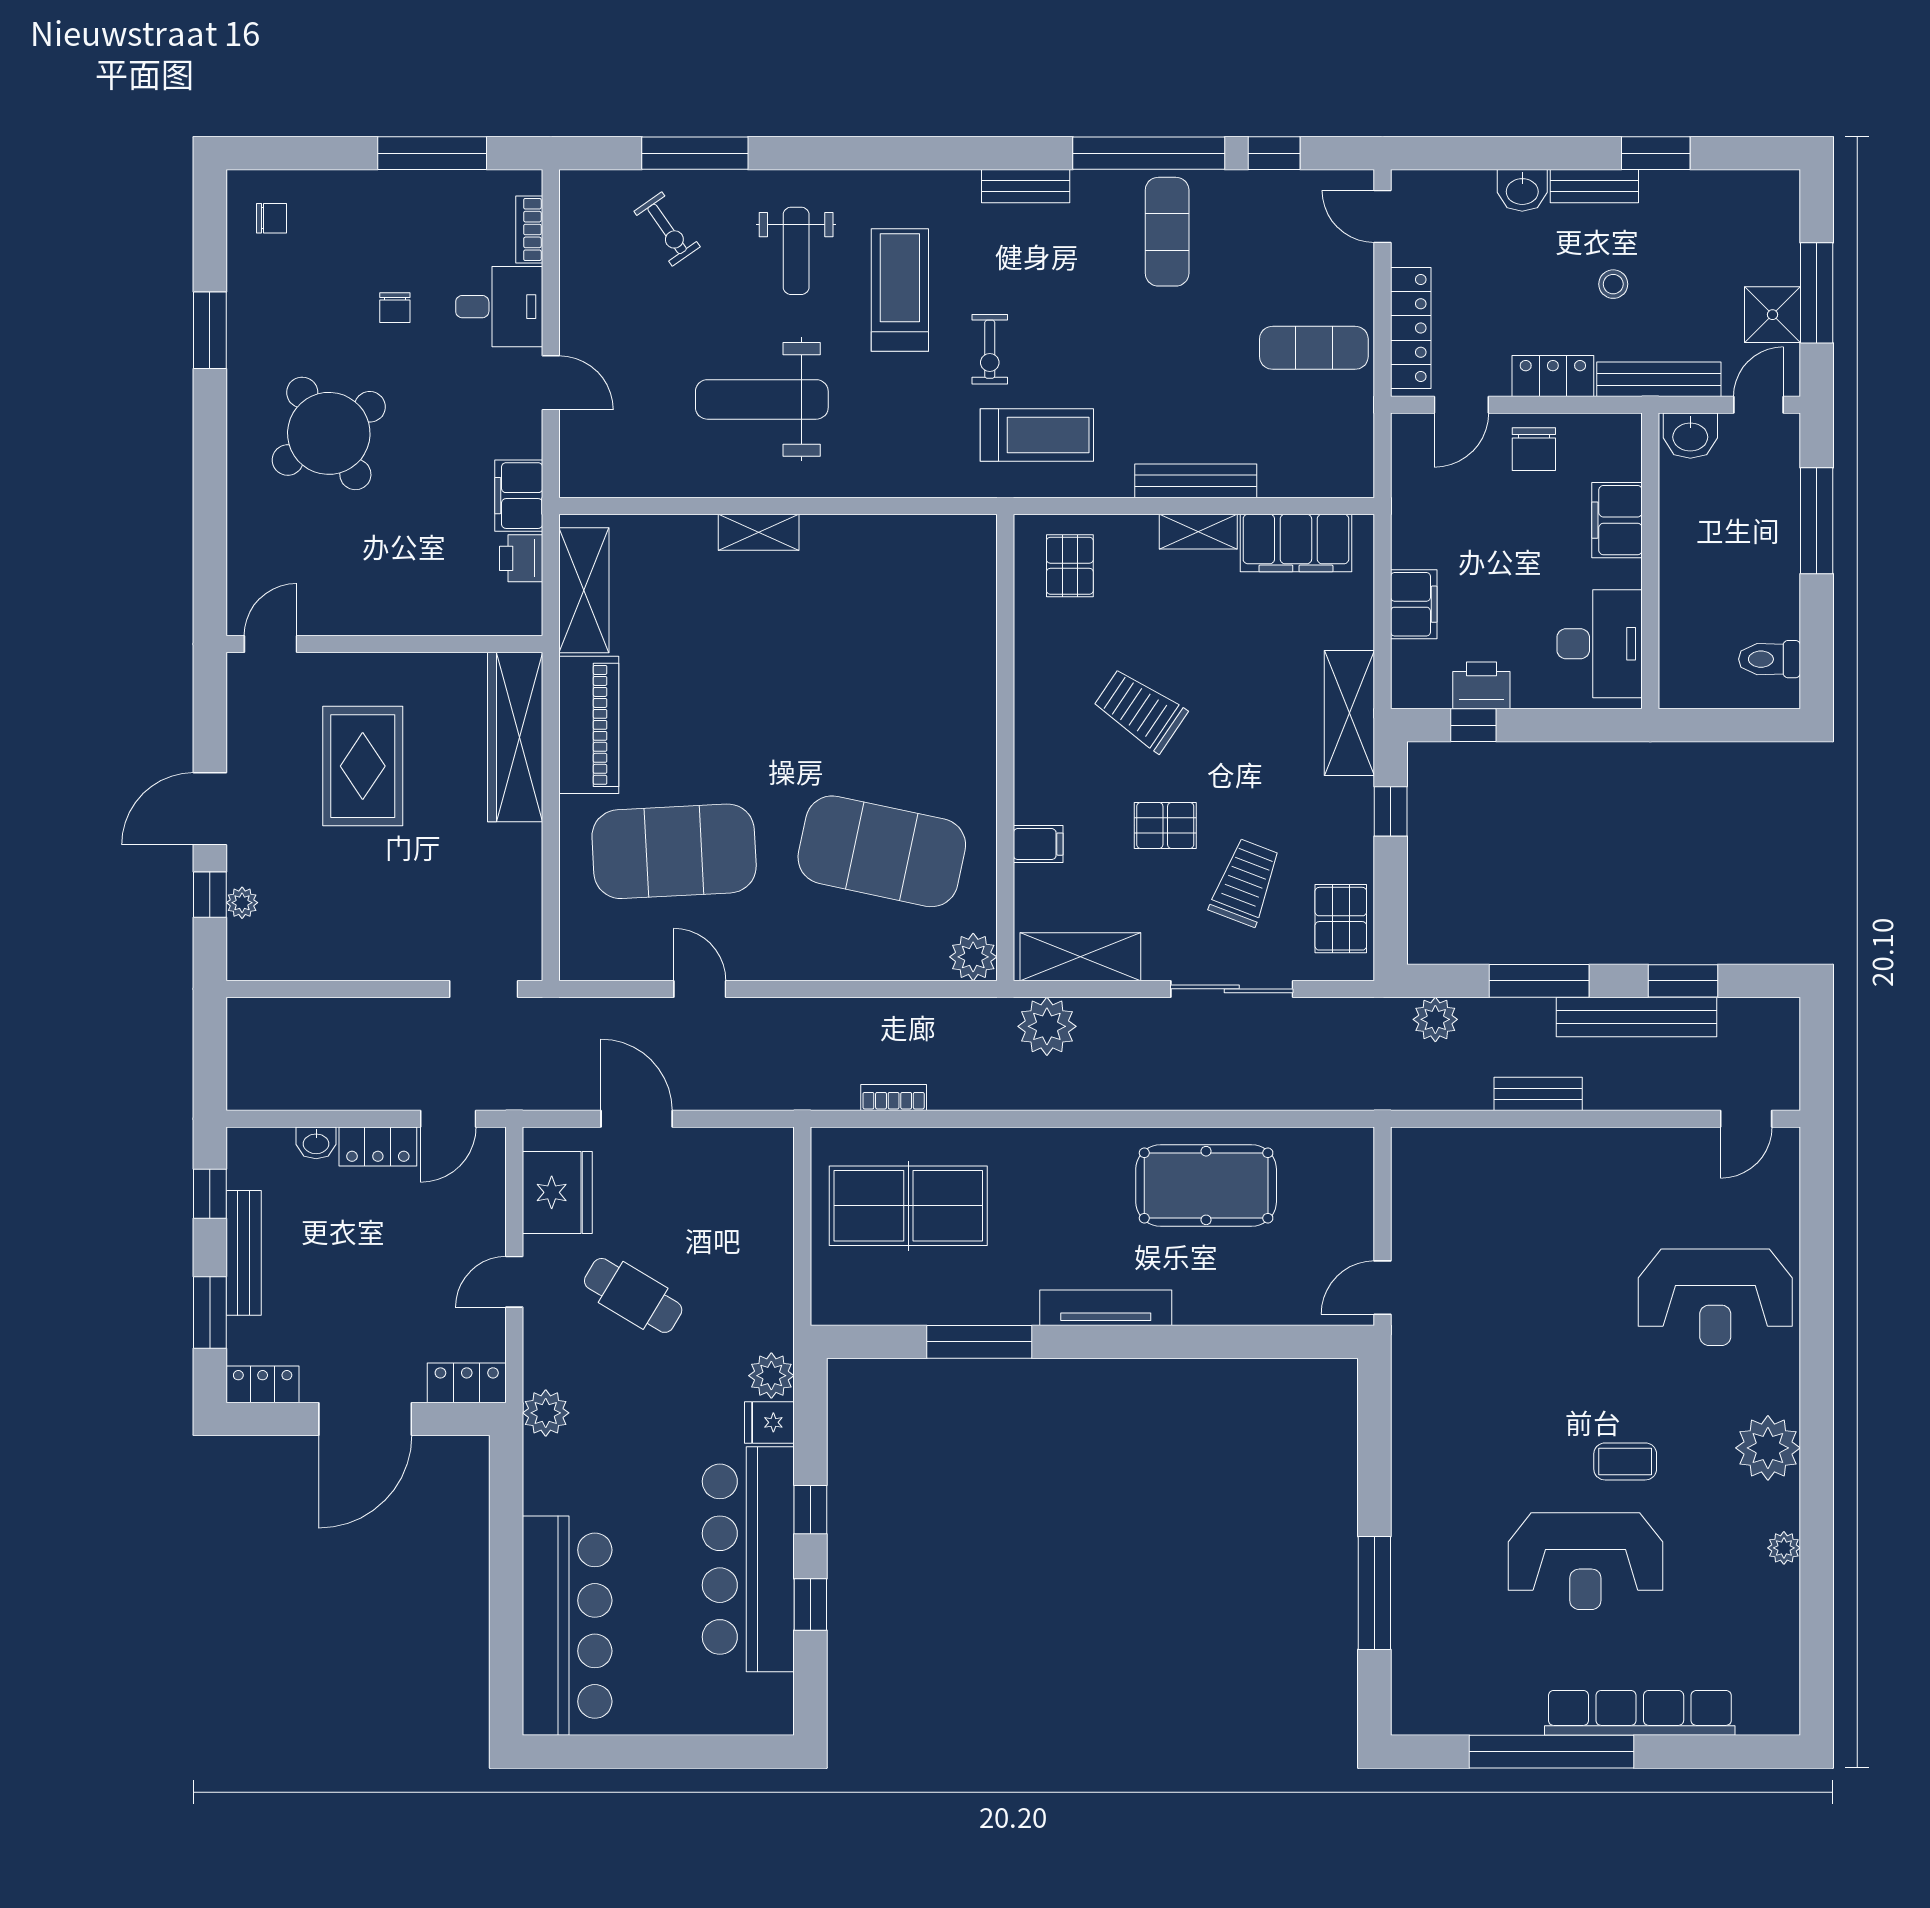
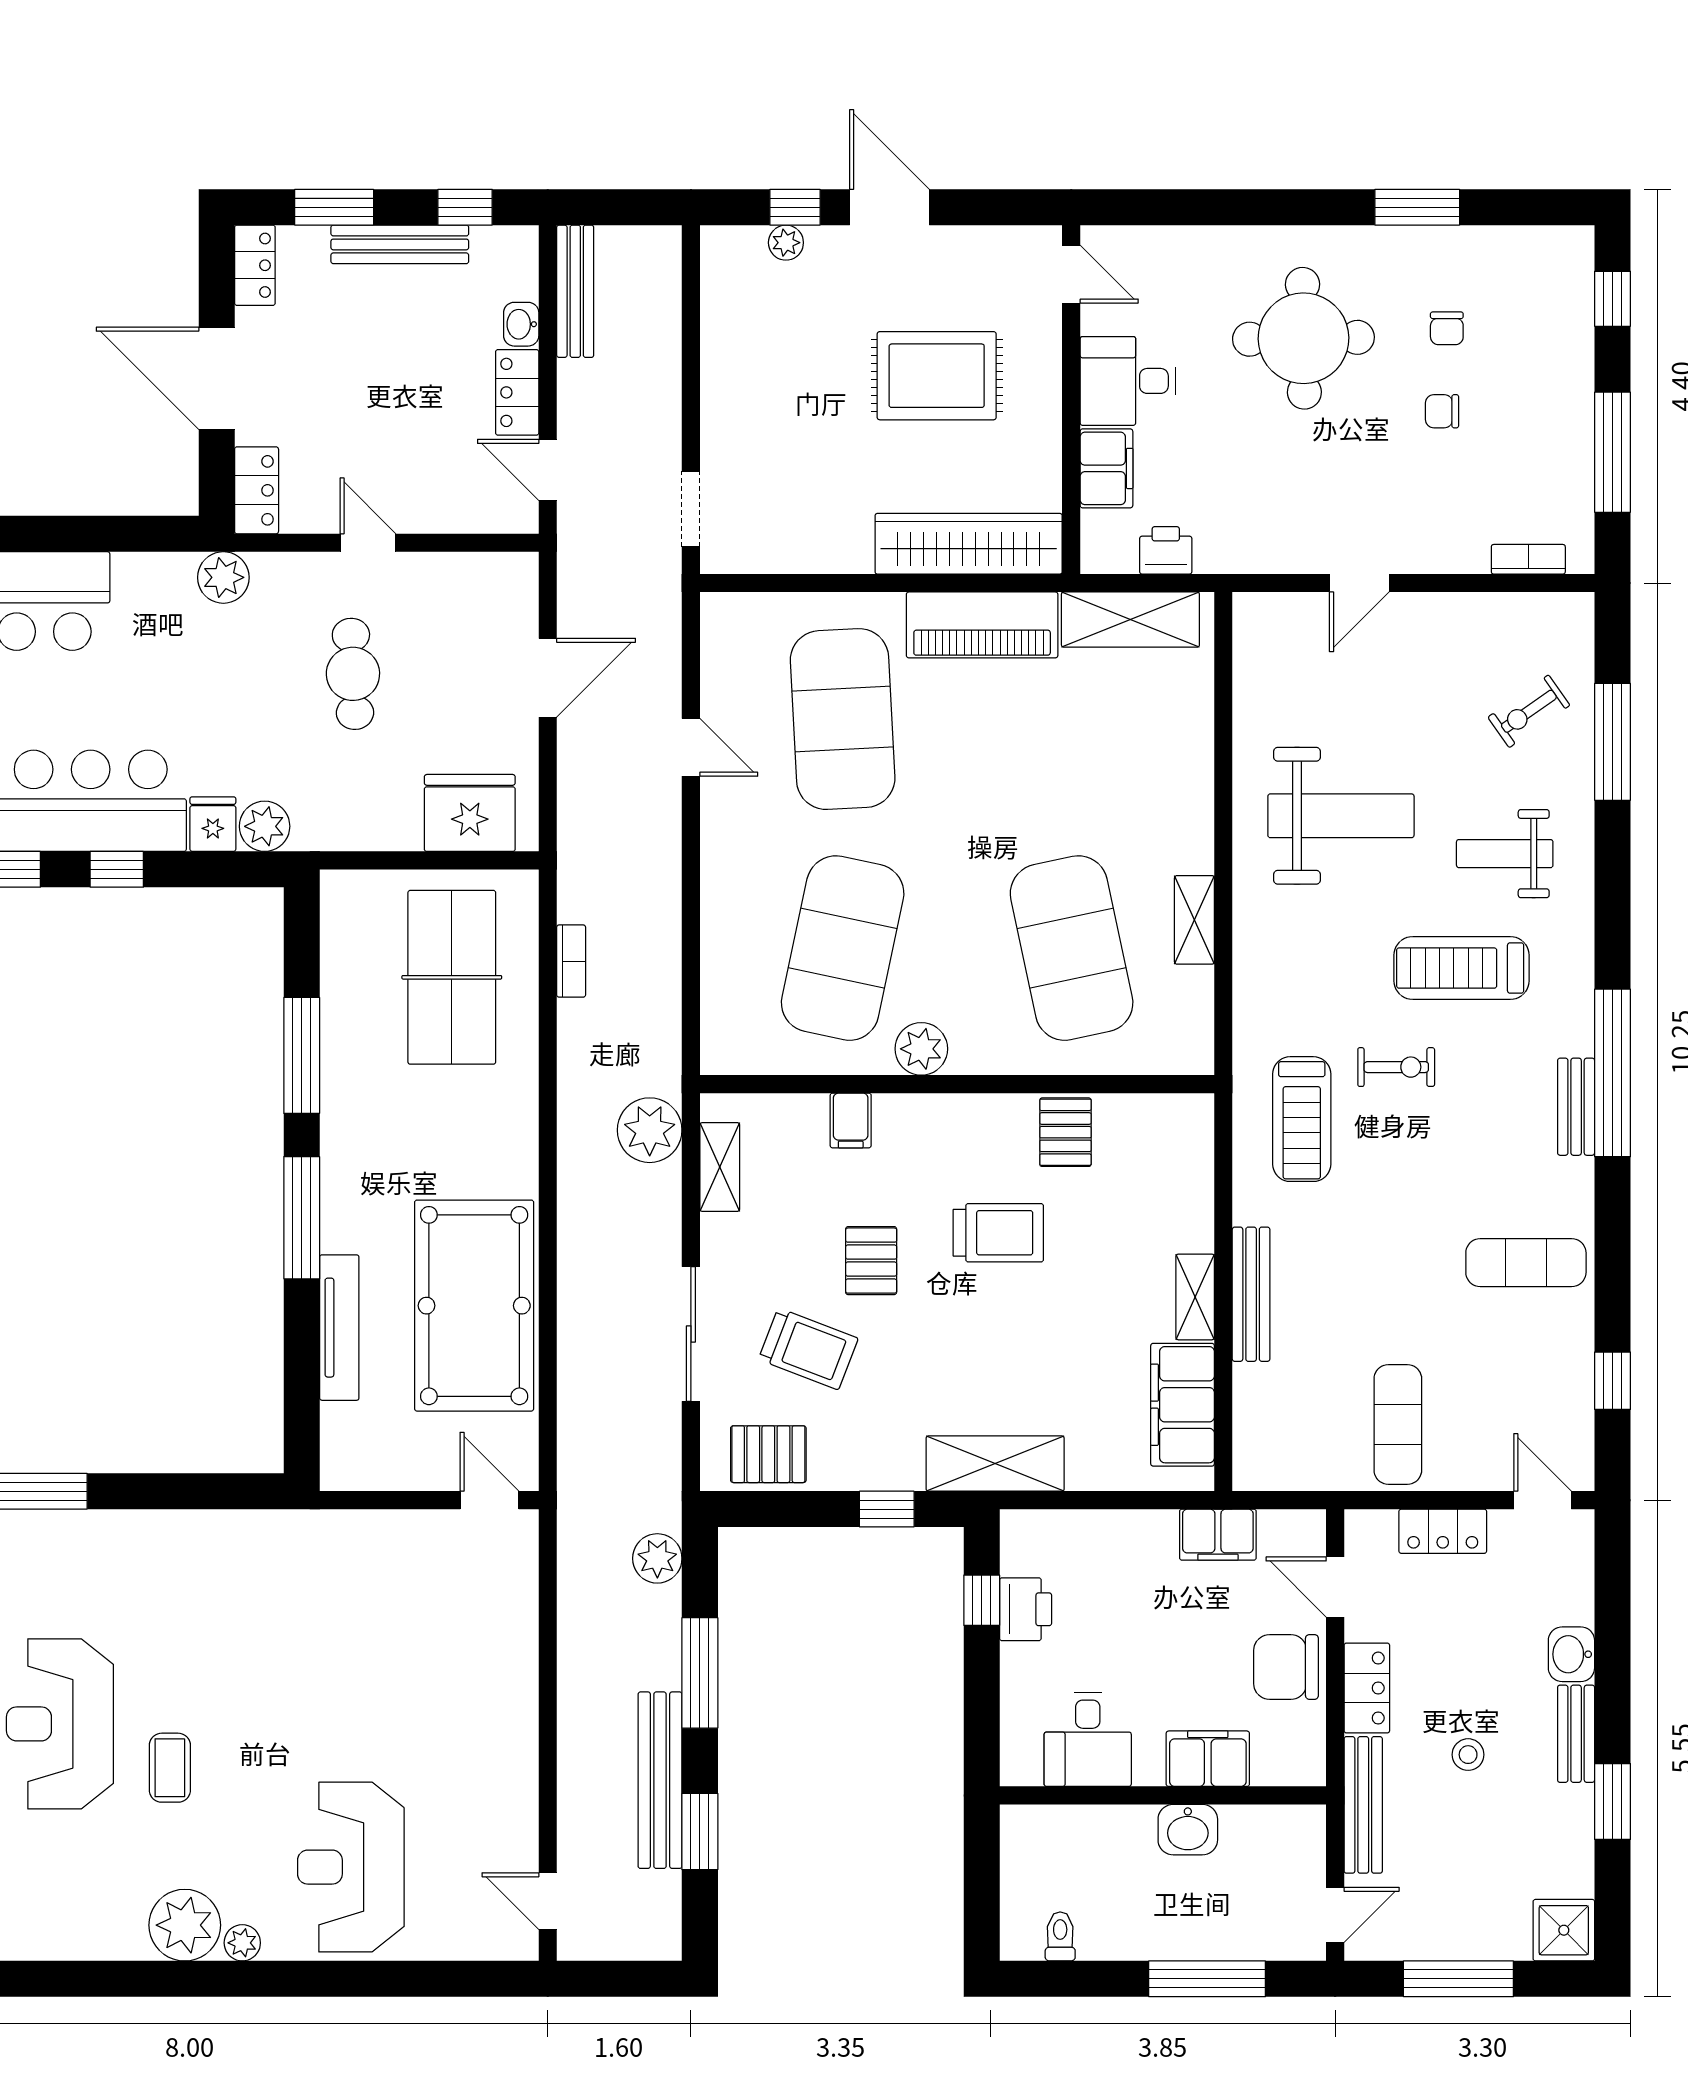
window: (293, 153) -> (1613, 299), added
window: (1149, 153) -> (1613, 1073), moved
door: (1382, 217) -> (1543, 1500), hinge flipped
chair: (271, 218) -> (1447, 328), moved
treadmill: (900, 290) -> (1462, 968), turned 180
desk: (499, 307) -> (1128, 381), moved, turned 90
shower: (1772, 315) -> (1564, 1930), moved
locker: (1411, 328) -> (1443, 1531), width x0.66
exercise bike: (990, 349) -> (1396, 1067), turned 180
weight bench: (762, 399) -> (1341, 816), turned 90
door: (1759, 405) -> (1335, 1915), hinge flipped
round table: (329, 433) -> (1303, 338), turned 32
washbasin: (1690, 436) -> (1188, 1830), moved, turned -90
chair: (1534, 449) -> (1286, 1667), width x1.37, depth x1.37
filing cabinet: (519, 496) -> (1106, 468), moved, turned 90
shelving: (759, 532) -> (1194, 920), moved
pallet: (1070, 566) -> (1065, 1132), moved, turned 90
filing cabinet: (1414, 604) -> (1218, 1535), moved
exercise mat: (882, 644) -> (1072, 948), added
desk: (1600, 644) -> (1088, 1740), width x0.73
toilet: (1770, 659) -> (1060, 1936), width x0.73, depth x0.72
trolley: (1140, 710) -> (998, 1233), turned 56
plant: (973, 957) -> (921, 1049), moved
shelving: (1080, 957) -> (720, 1167), width x0.67, depth x0.75
door: (700, 989) -> (691, 747), hinge flipped
bench: (1538, 1094) -> (575, 291), moved, width x1.36
pool table: (1206, 1186) -> (474, 1306), width x1.36, depth x1.32
fridge: (557, 1192) -> (470, 813), moved, turned 180
door: (1382, 1288) -> (490, 1500), moved
cafe table: (633, 1295) -> (353, 674), turned -34
tv unit: (1106, 1308) -> (339, 1328), moved
window: (1126, 1342) -> (302, 1218), added
plant: (1784, 1548) -> (242, 1943), moved

